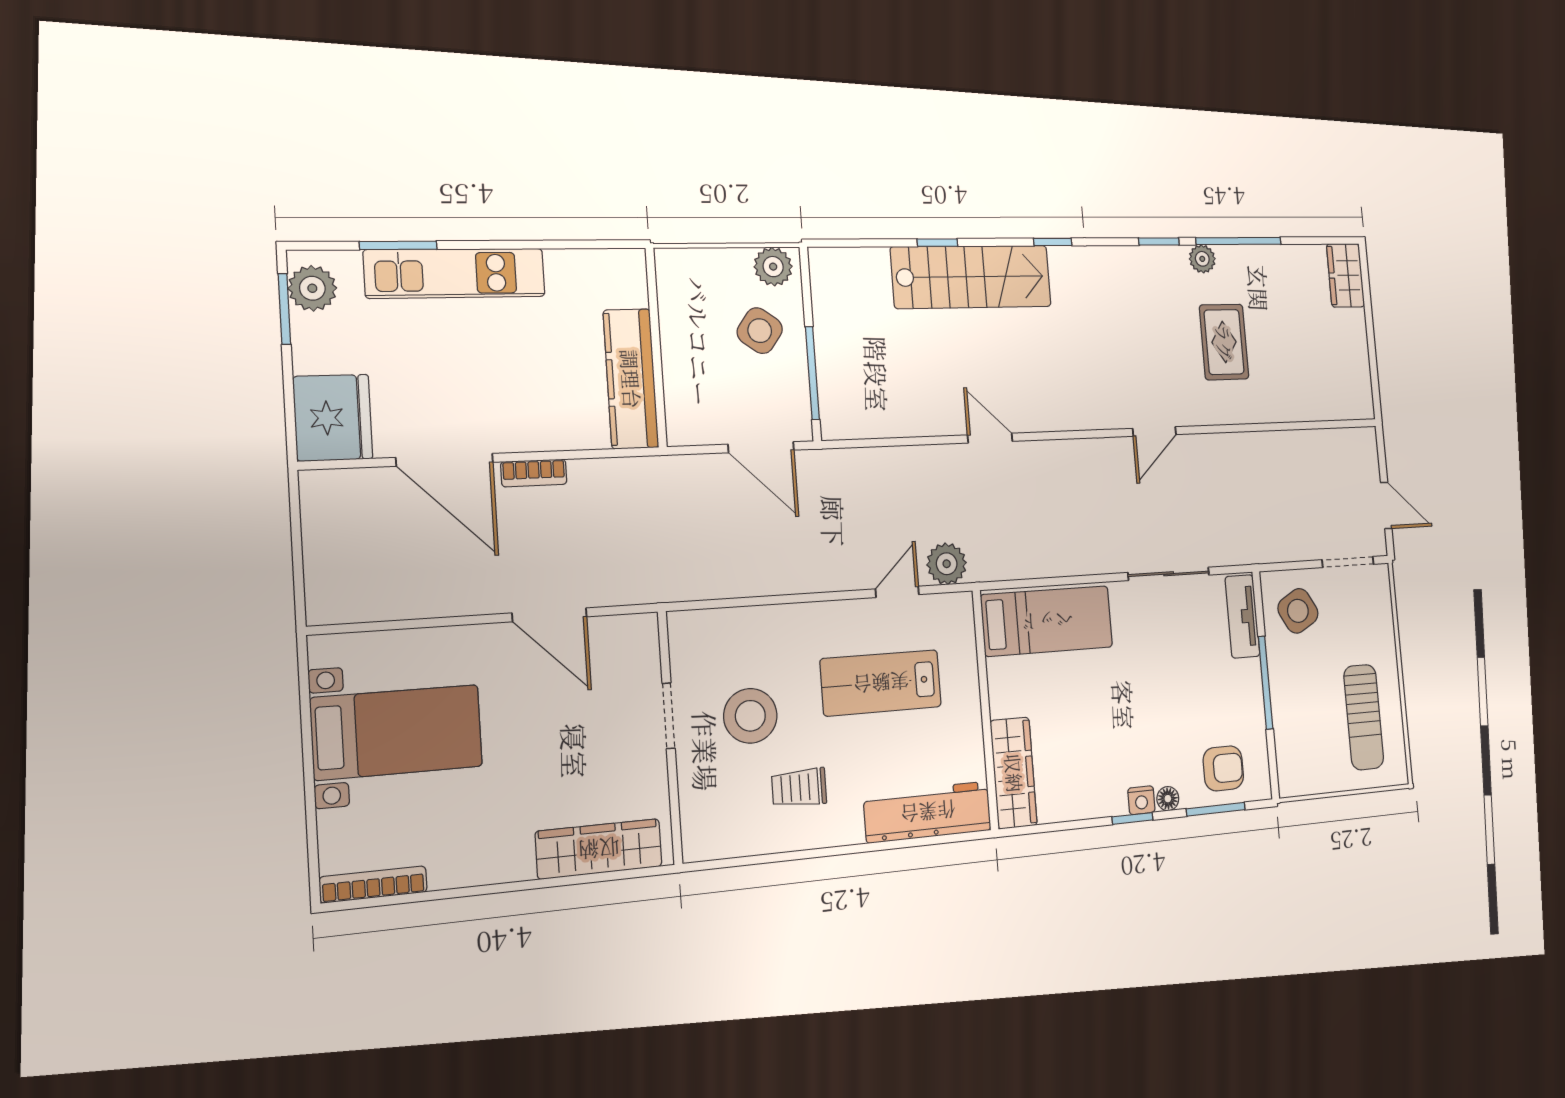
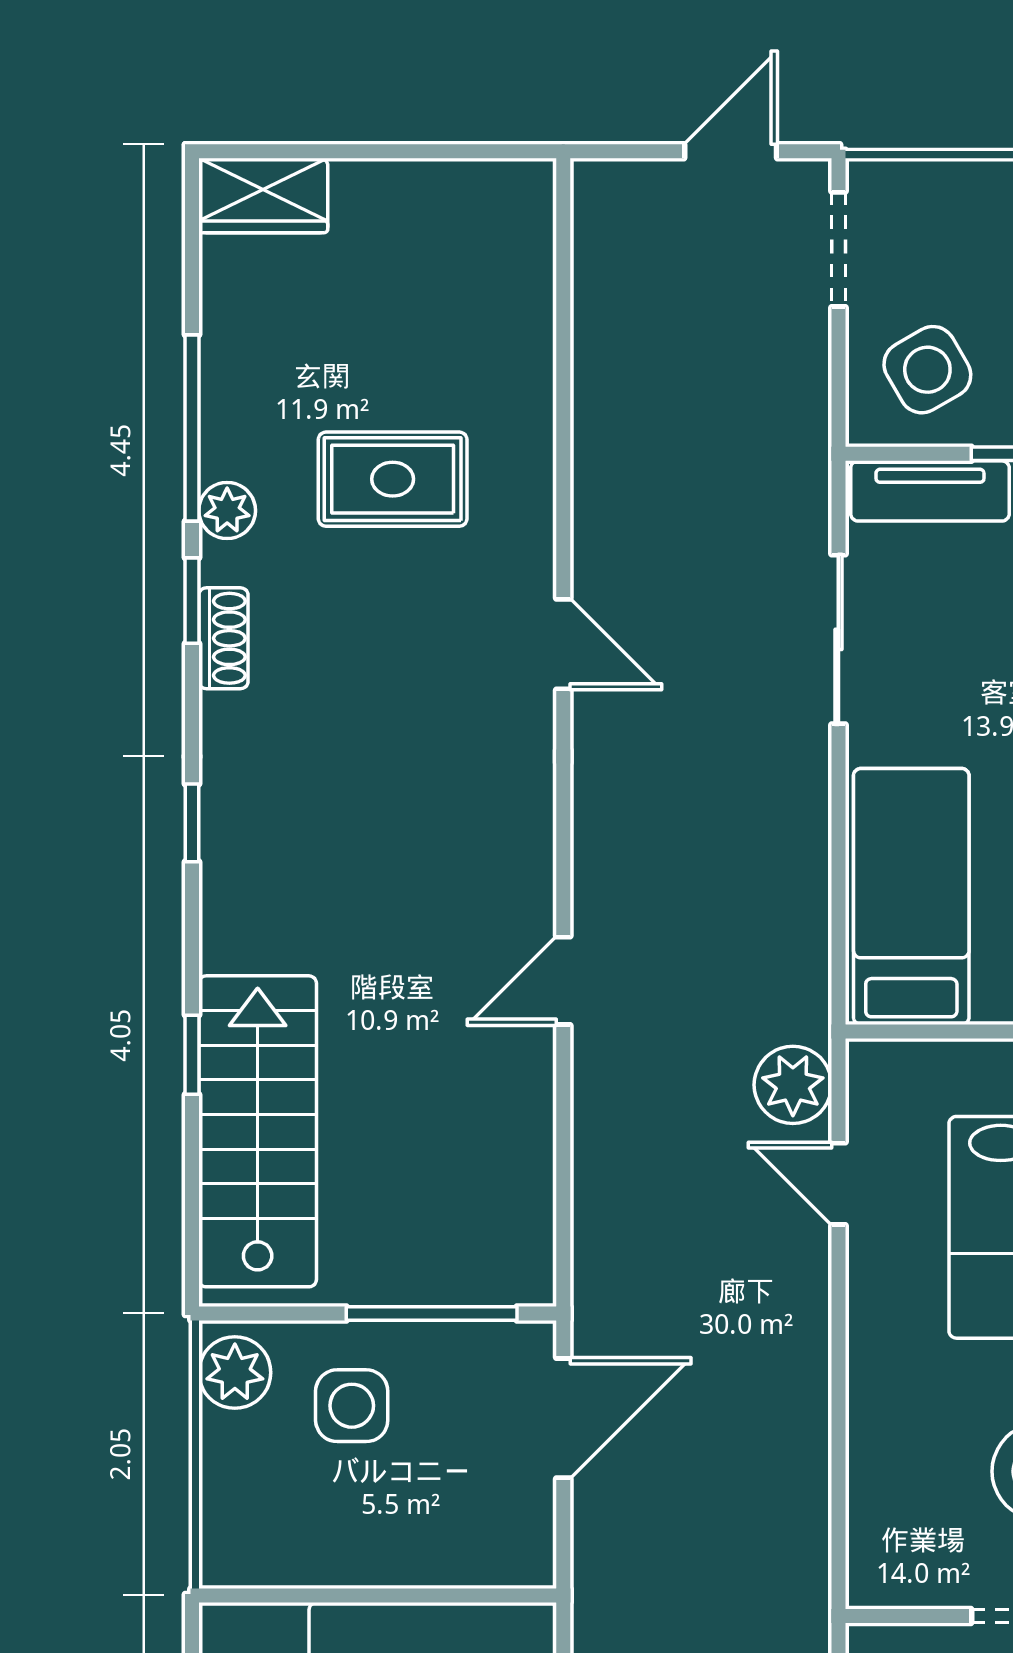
shoe rack: (1142, 257) -> (223, 638), added
stairs: (971, 277) -> (258, 1131), moved
side table: (760, 331) -> (352, 1406), turned -36

